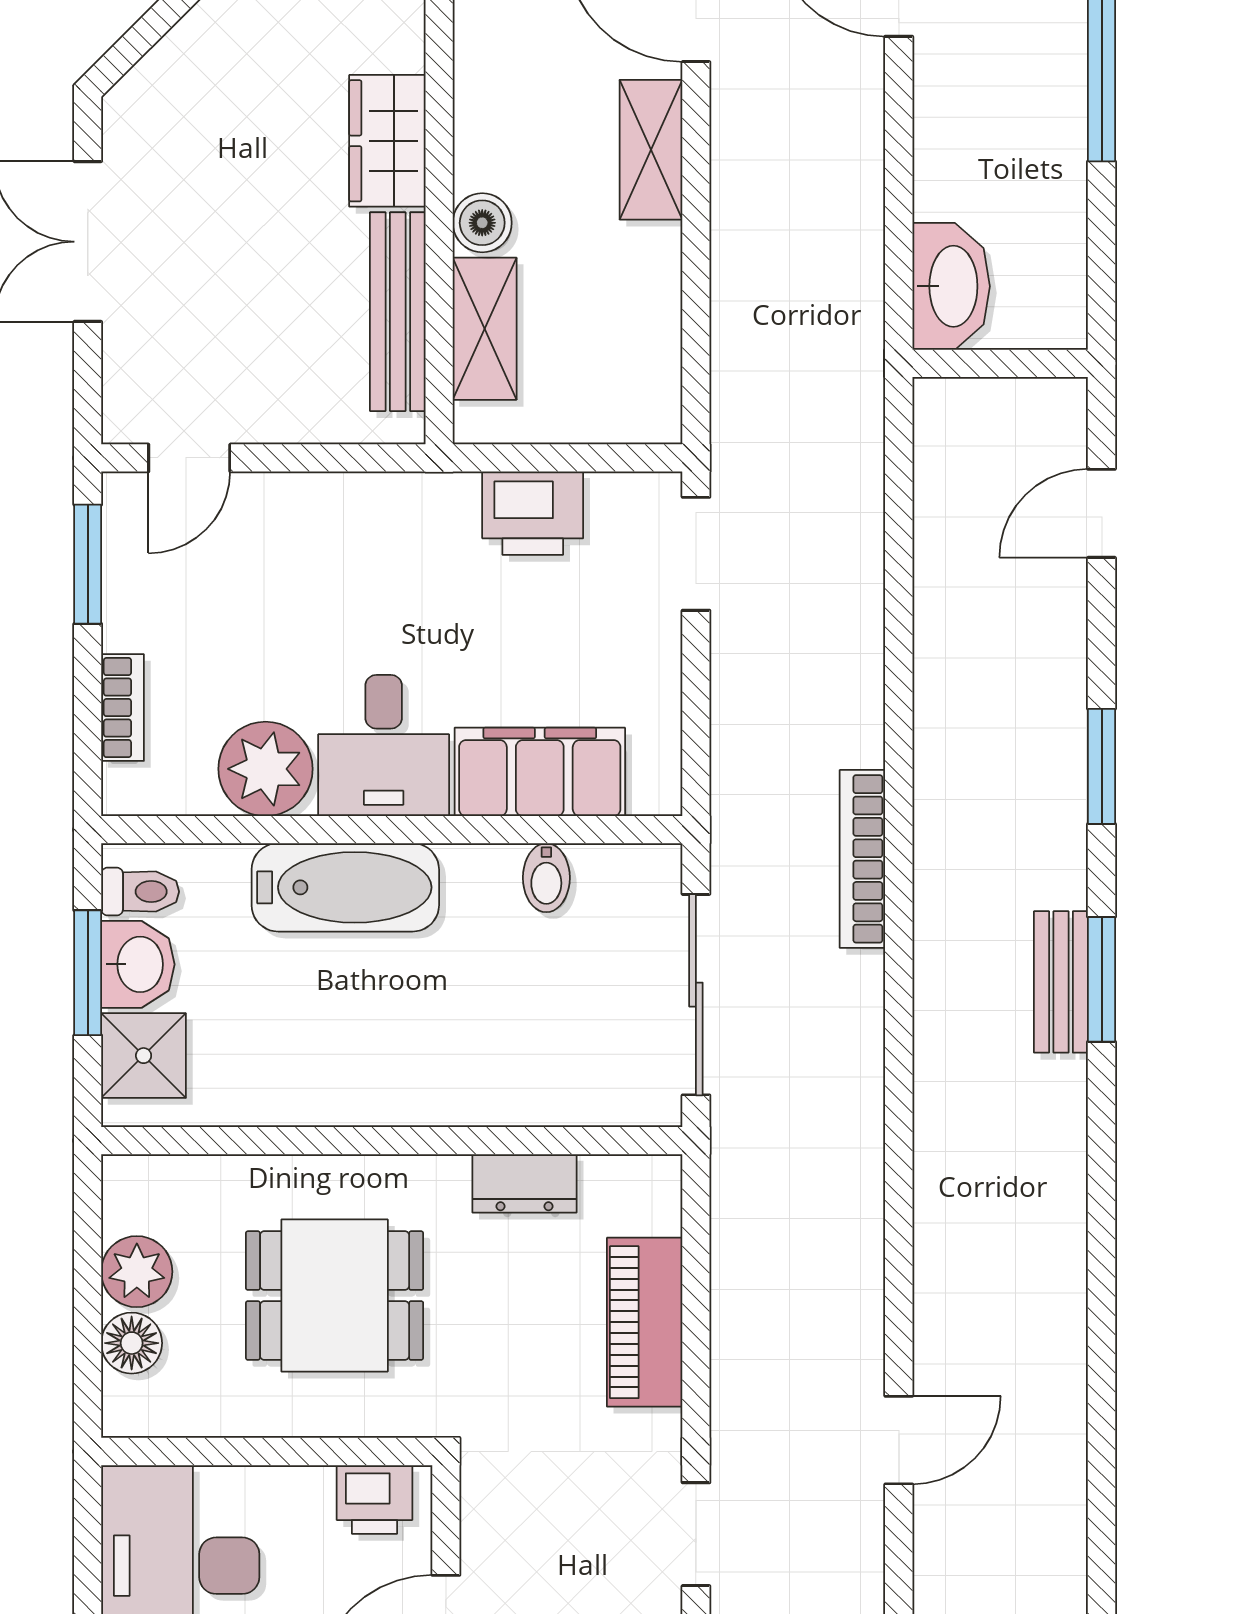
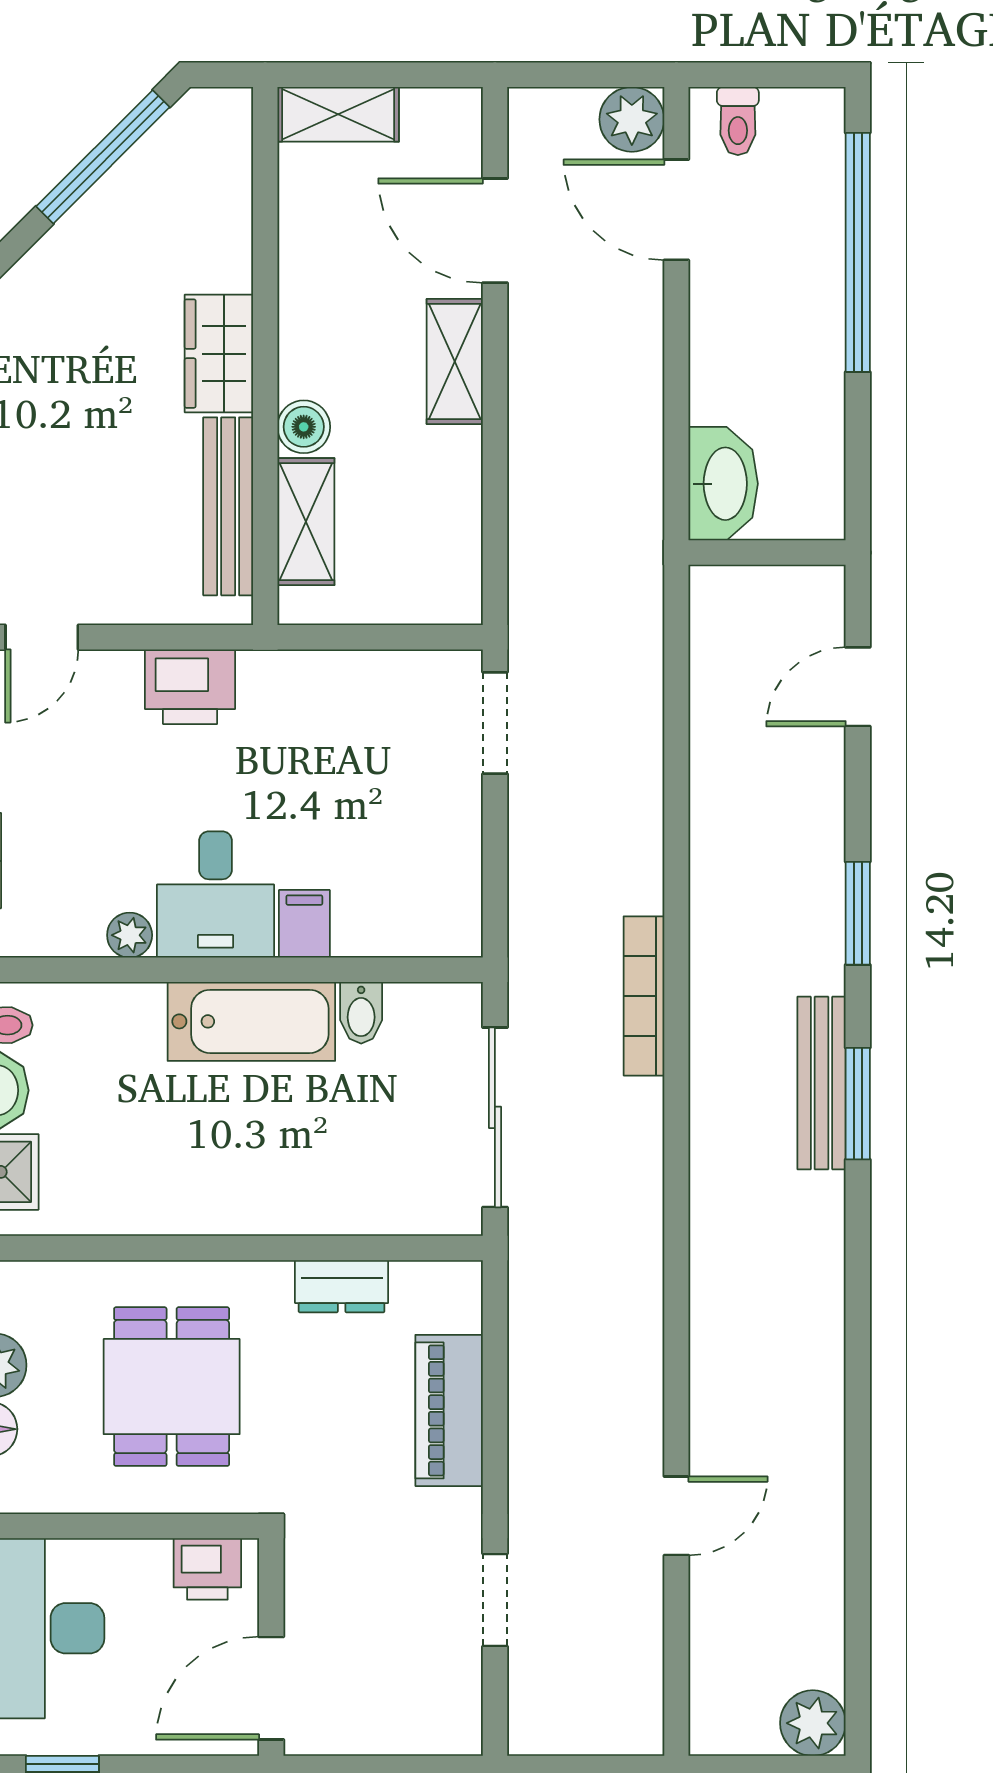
printer: (533, 513) -> (190, 687), moved
plant: (266, 769) -> (130, 935), width x0.53, depth x0.53
filing cabinet: (540, 772) -> (304, 924), width x0.33, depth x0.86
bathtub: (345, 887) -> (251, 1021), moved
bench: (1061, 982) -> (822, 1083), width x1.36
dining table: (335, 1296) -> (172, 1387), turned 90

